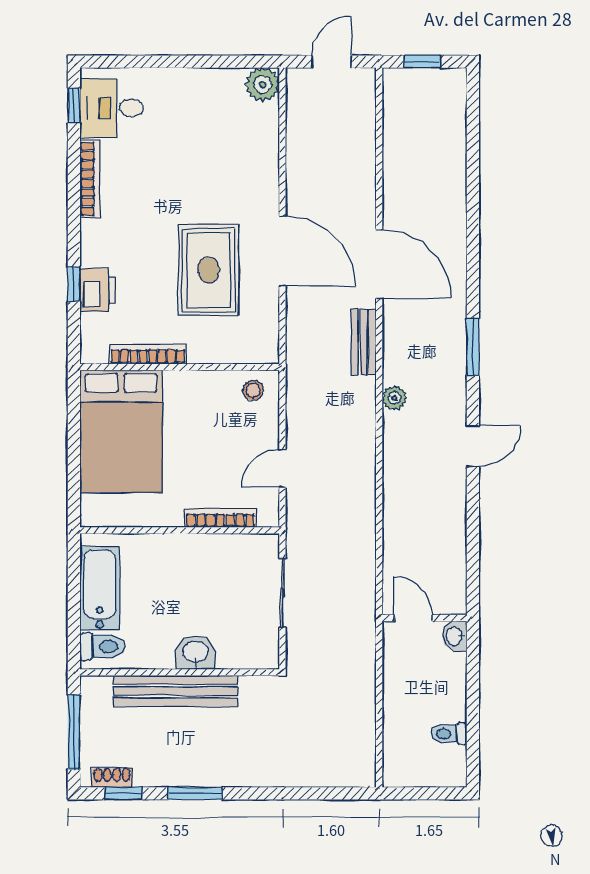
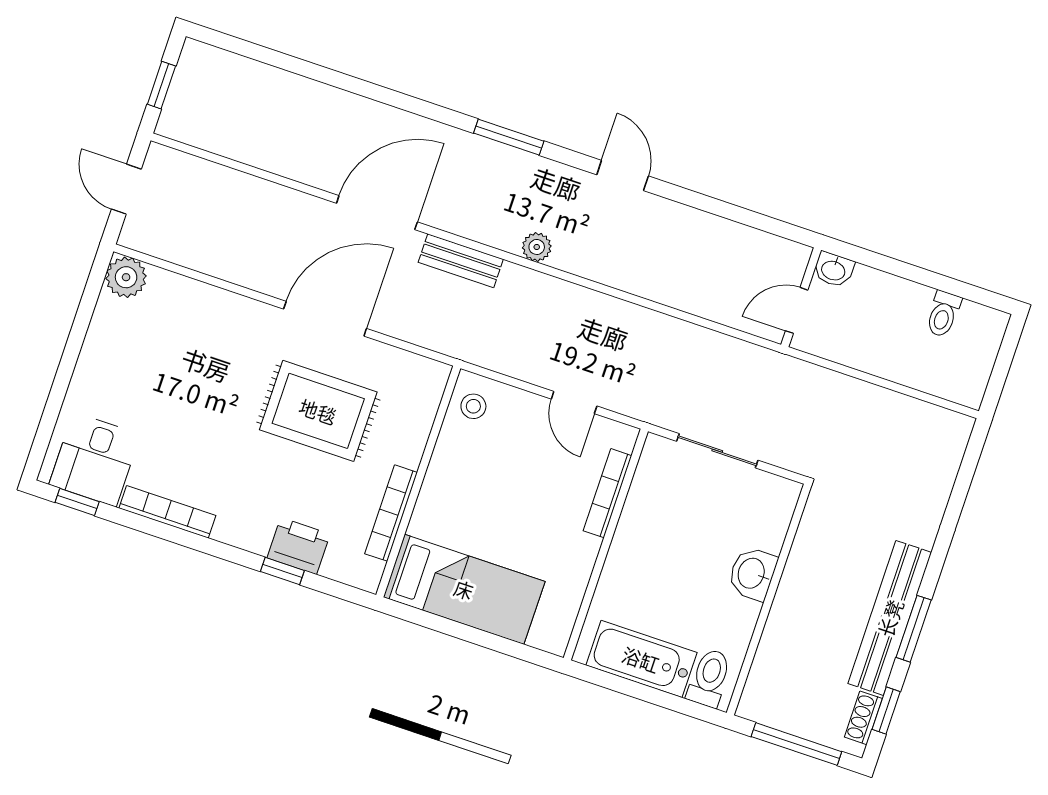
bed: (121, 431) -> (464, 589), width x0.67
bench: (175, 691) -> (890, 618), moved

